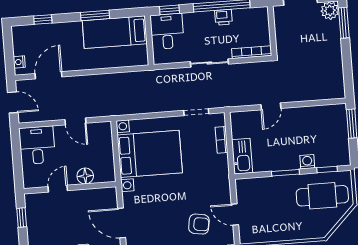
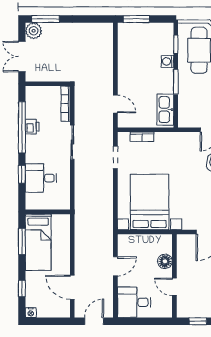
bed: (115, 32) -> (38, 242), moved
wall: (149, 40) -> (48, 212), moved
nightstand: (19, 62) -> (31, 313), moved
door: (271, 106) -> (115, 104), moved
kitchen sink: (242, 156) -> (165, 110), moved, turned -90

